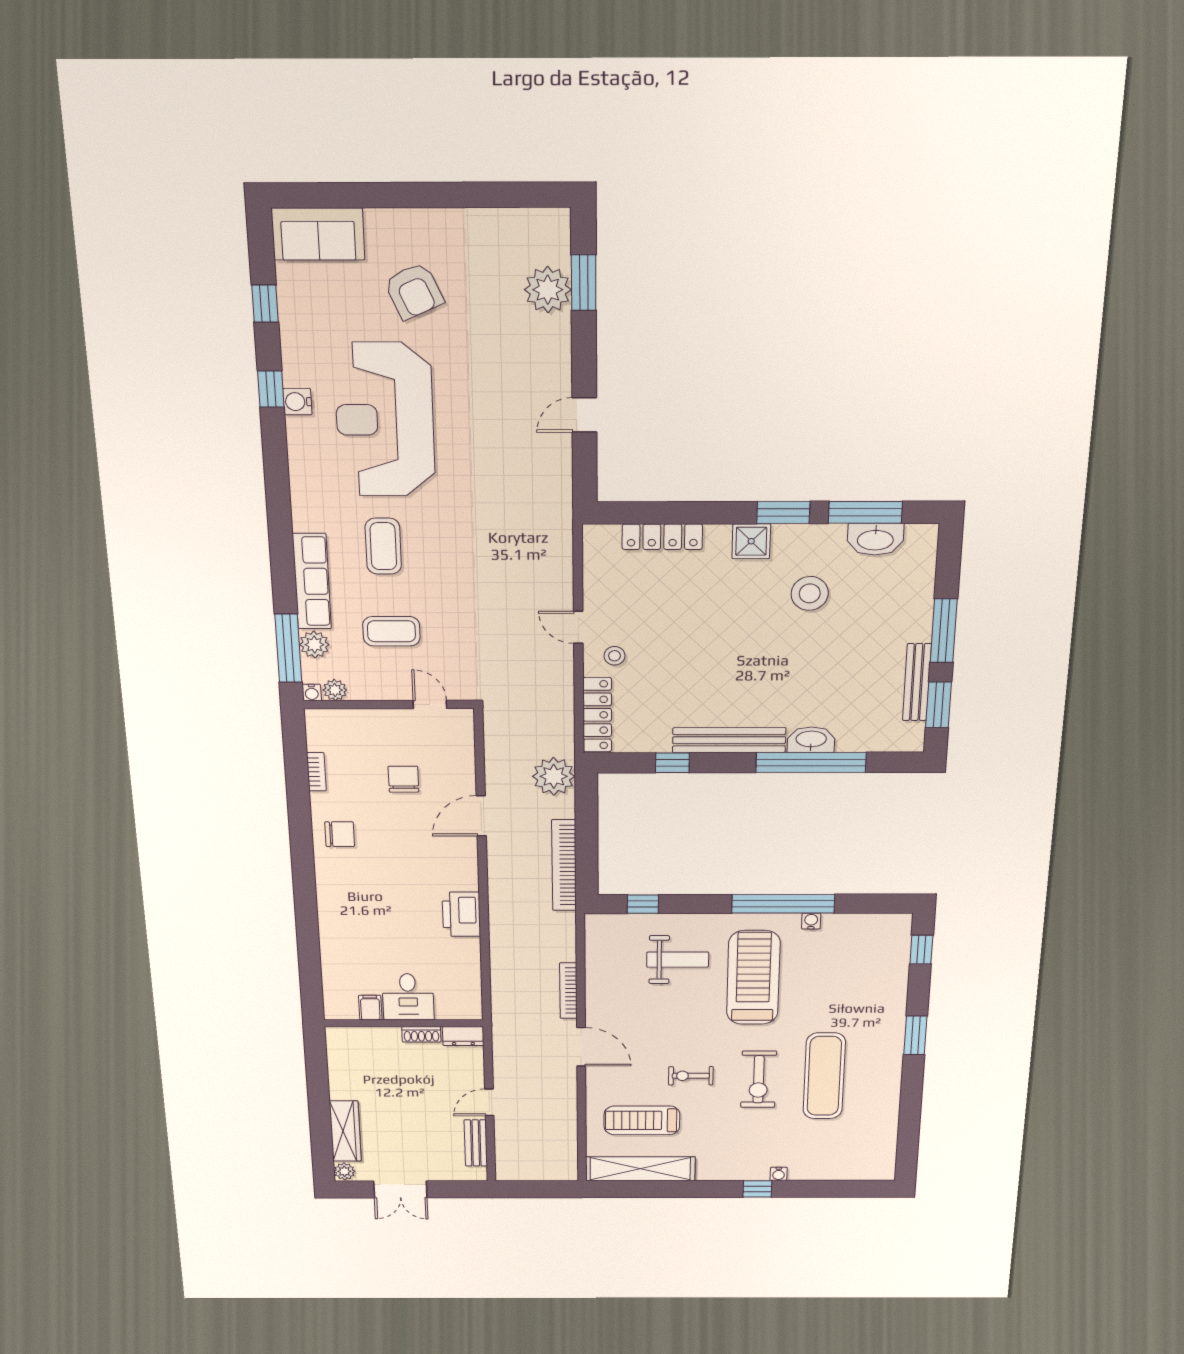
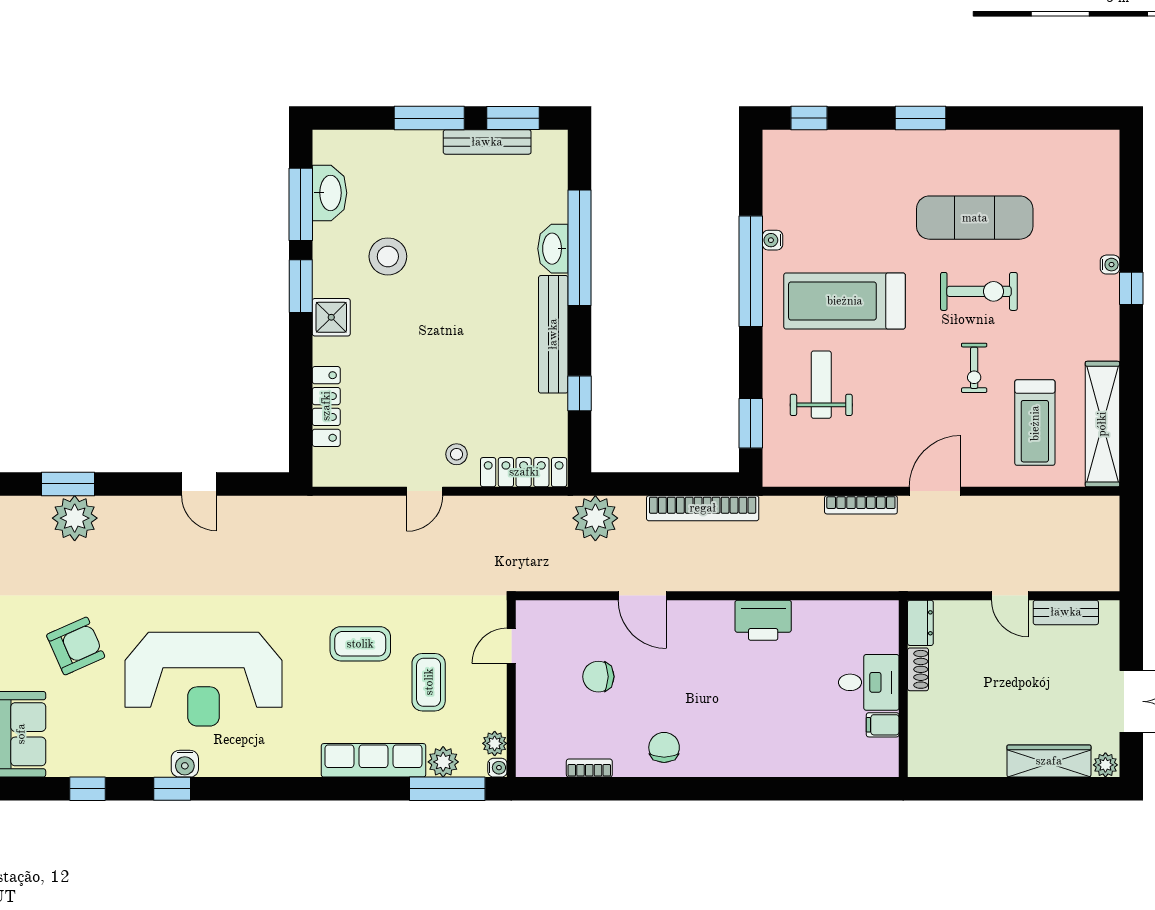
coffee table: (383, 546) -> (360, 644), moved
window: (643, 904) -> (751, 423), width x1.50

